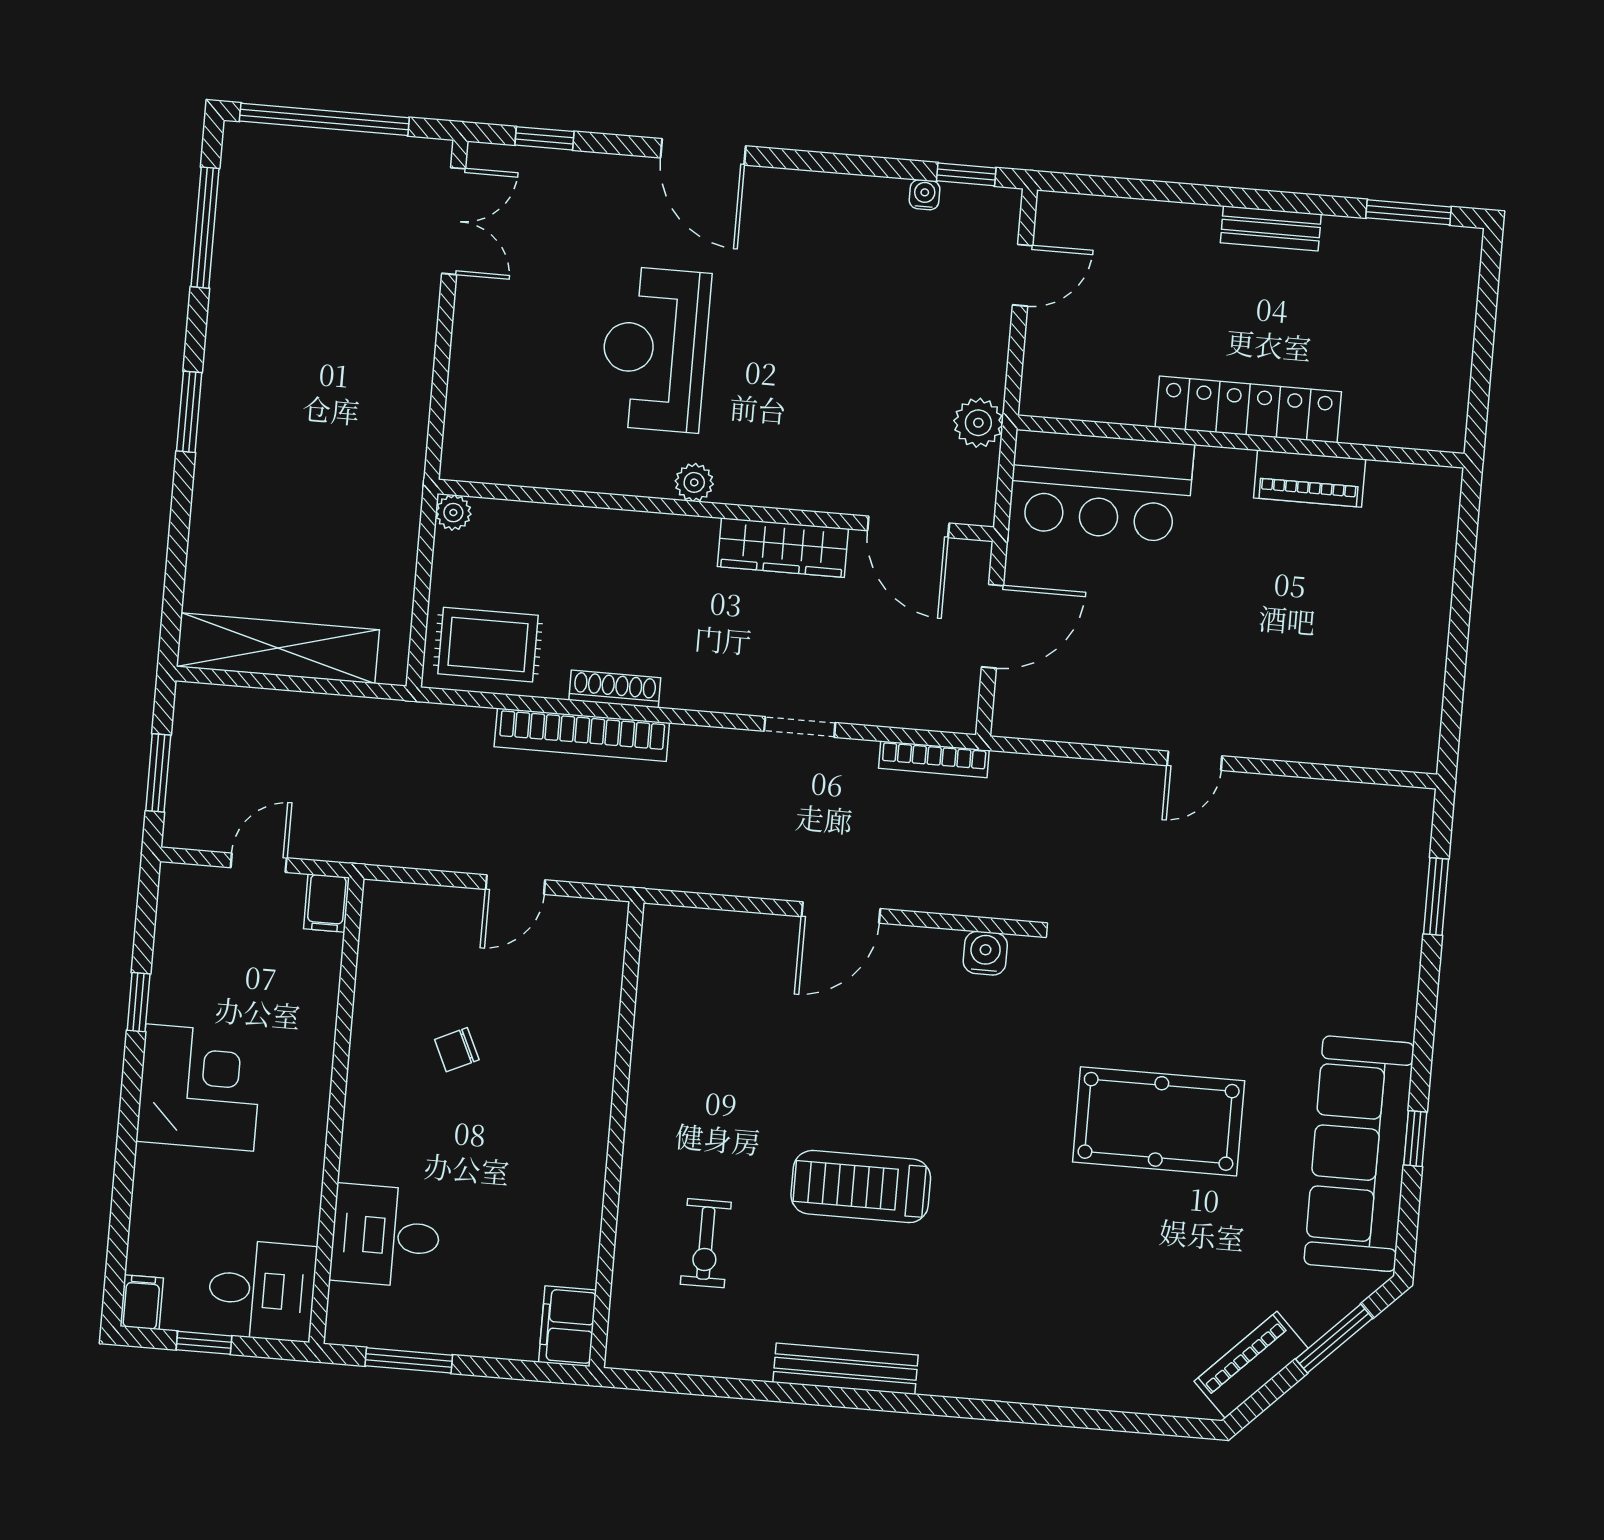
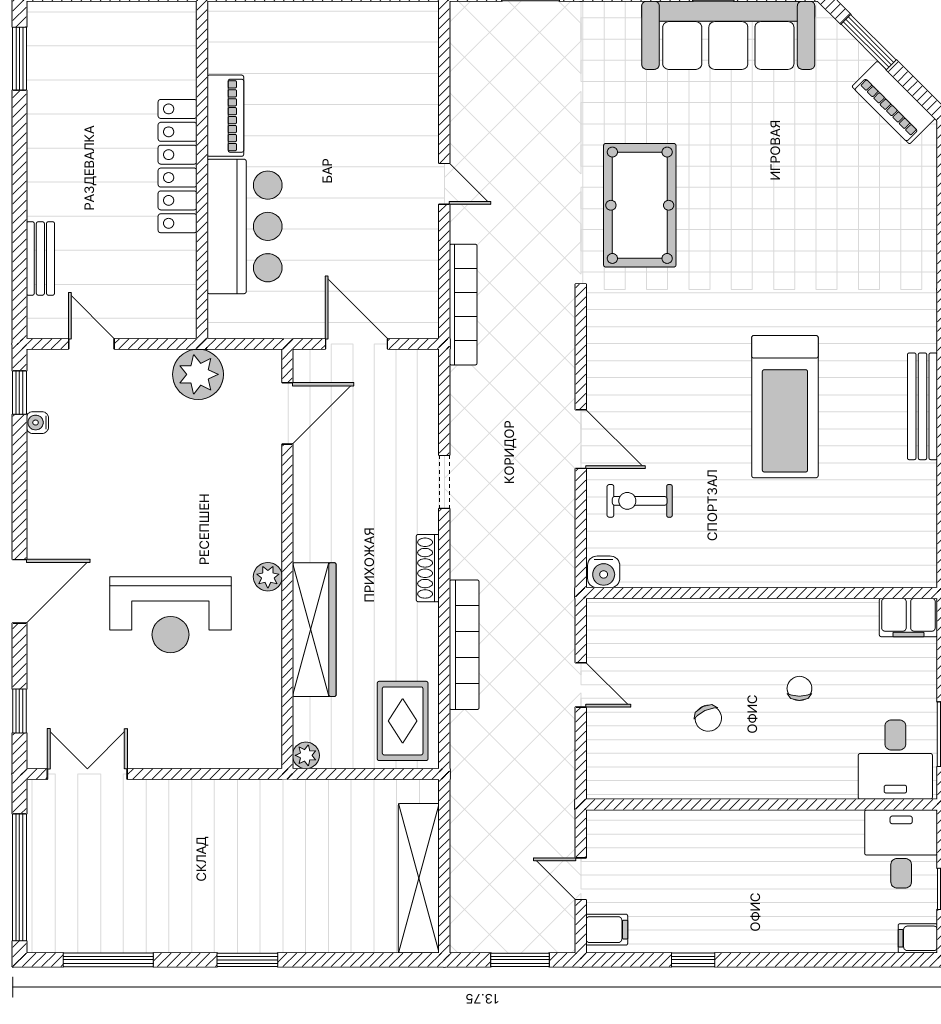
bench: (1271, 228) -> (40, 258), moved
plant: (978, 423) -> (198, 374), width x1.36, depth x1.36
bar counter: (1101, 486) -> (245, 226), moved
wardrobe: (783, 548) -> (314, 630), moved, width x1.40, depth x1.17
shoe rack: (615, 689) -> (428, 568), moved
bookcase: (934, 759) -> (463, 305), moved, width x1.48, depth x1.31
filing cabinet: (327, 903) -> (607, 930), moved
water cooler: (985, 953) -> (604, 572), moved, turned -90
corner desk: (200, 1087) -> (753, 909), removed
pool table: (1159, 1121) -> (640, 205), moved
chair: (486, 1174) -> (799, 688), added
treadmill: (861, 1187) -> (785, 407), width x1.37, depth x1.38
desk: (386, 1236) -> (895, 760), moved
exercise bike: (706, 1243) -> (640, 501), moved, turned 180

